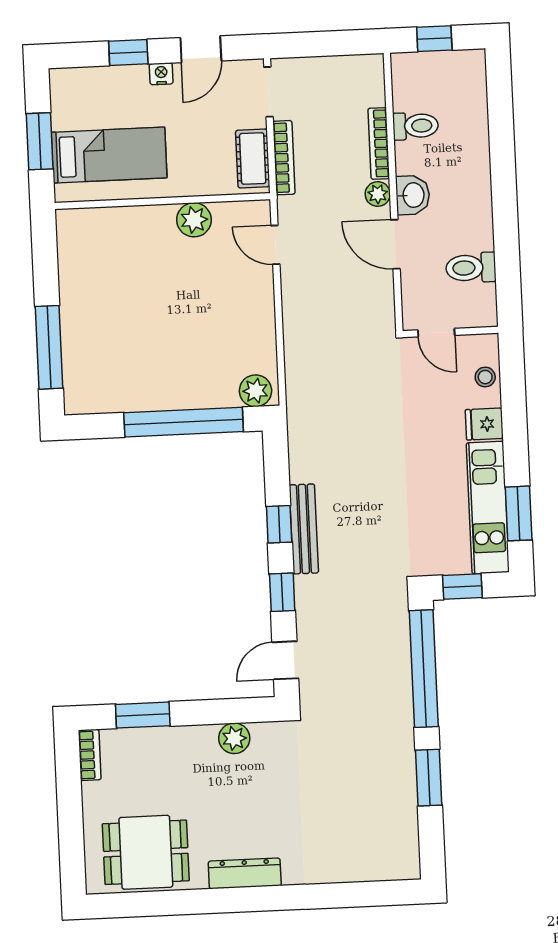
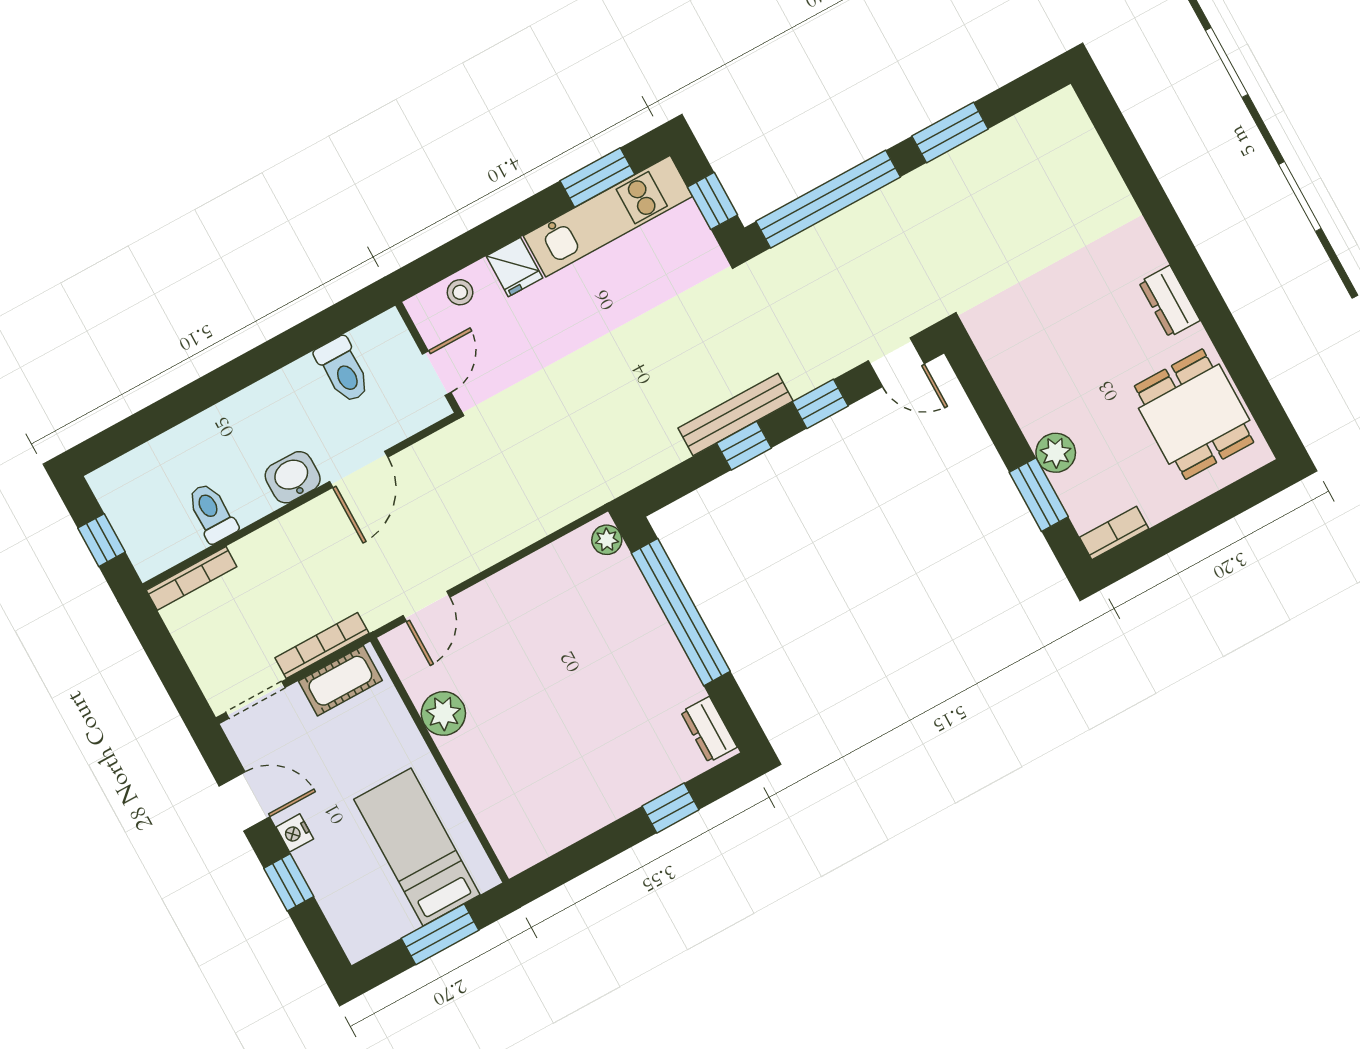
bookcase: (379, 143) -> (192, 578), moved
plant: (378, 194) -> (311, 518), removed
window: (49, 347) -> (671, 808), width x0.46
plant: (255, 391) -> (607, 540), width x0.73, depth x0.73
dresser: (91, 401) -> (709, 730), added
plant: (234, 738) -> (1056, 453), moved
dresser: (245, 873) -> (1169, 301), width x0.70

